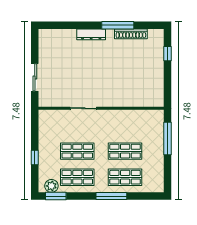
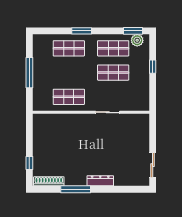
shoe rack: (131, 34) -> (49, 181), moved
sliding door: (35, 77) -> (153, 165), moved
window: (168, 139) -> (29, 73), moved
shop shelf: (125, 151) -> (69, 97), moved
window: (111, 196) -> (82, 31), width x0.69

